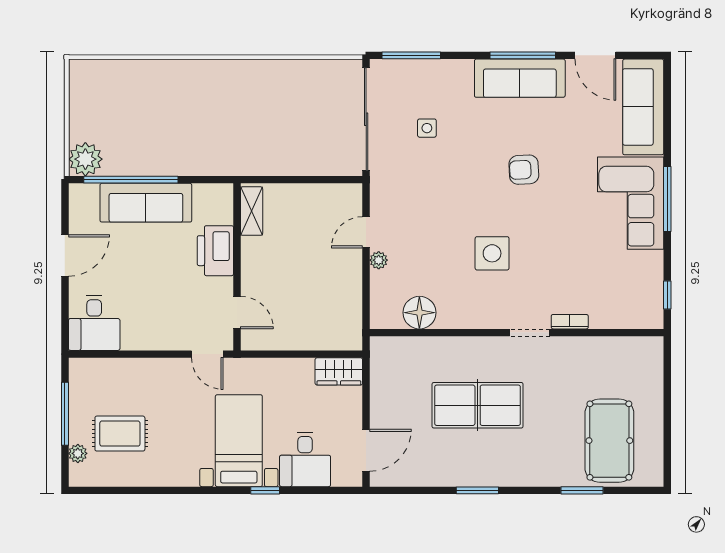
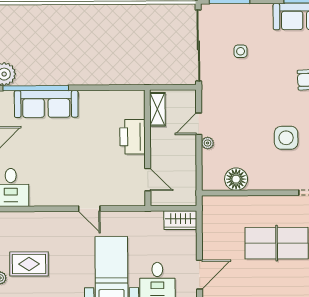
shelving: (252, 211) -> (157, 109), moved
printer: (215, 251) -> (133, 137), moved
wall: (237, 267) -> (148, 148), moved
door: (237, 313) -> (148, 180), moved

